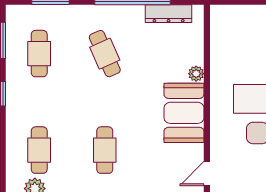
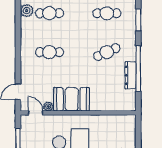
dresser: (169, 14) -> (131, 75), moved
plant: (196, 74) -> (48, 106), moved

